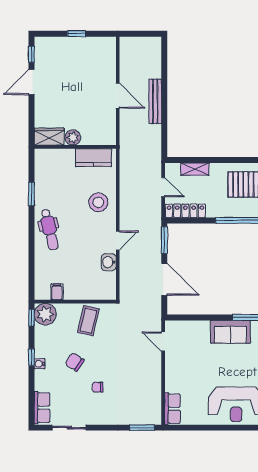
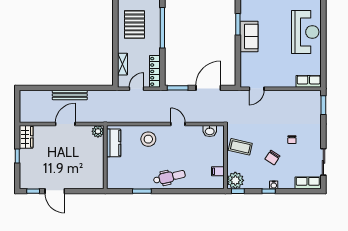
wardrobe: (49, 137) -> (26, 137), moved, turned 180
plant: (73, 138) -> (98, 131), moved
washbasin: (109, 262) -> (210, 131), moved

